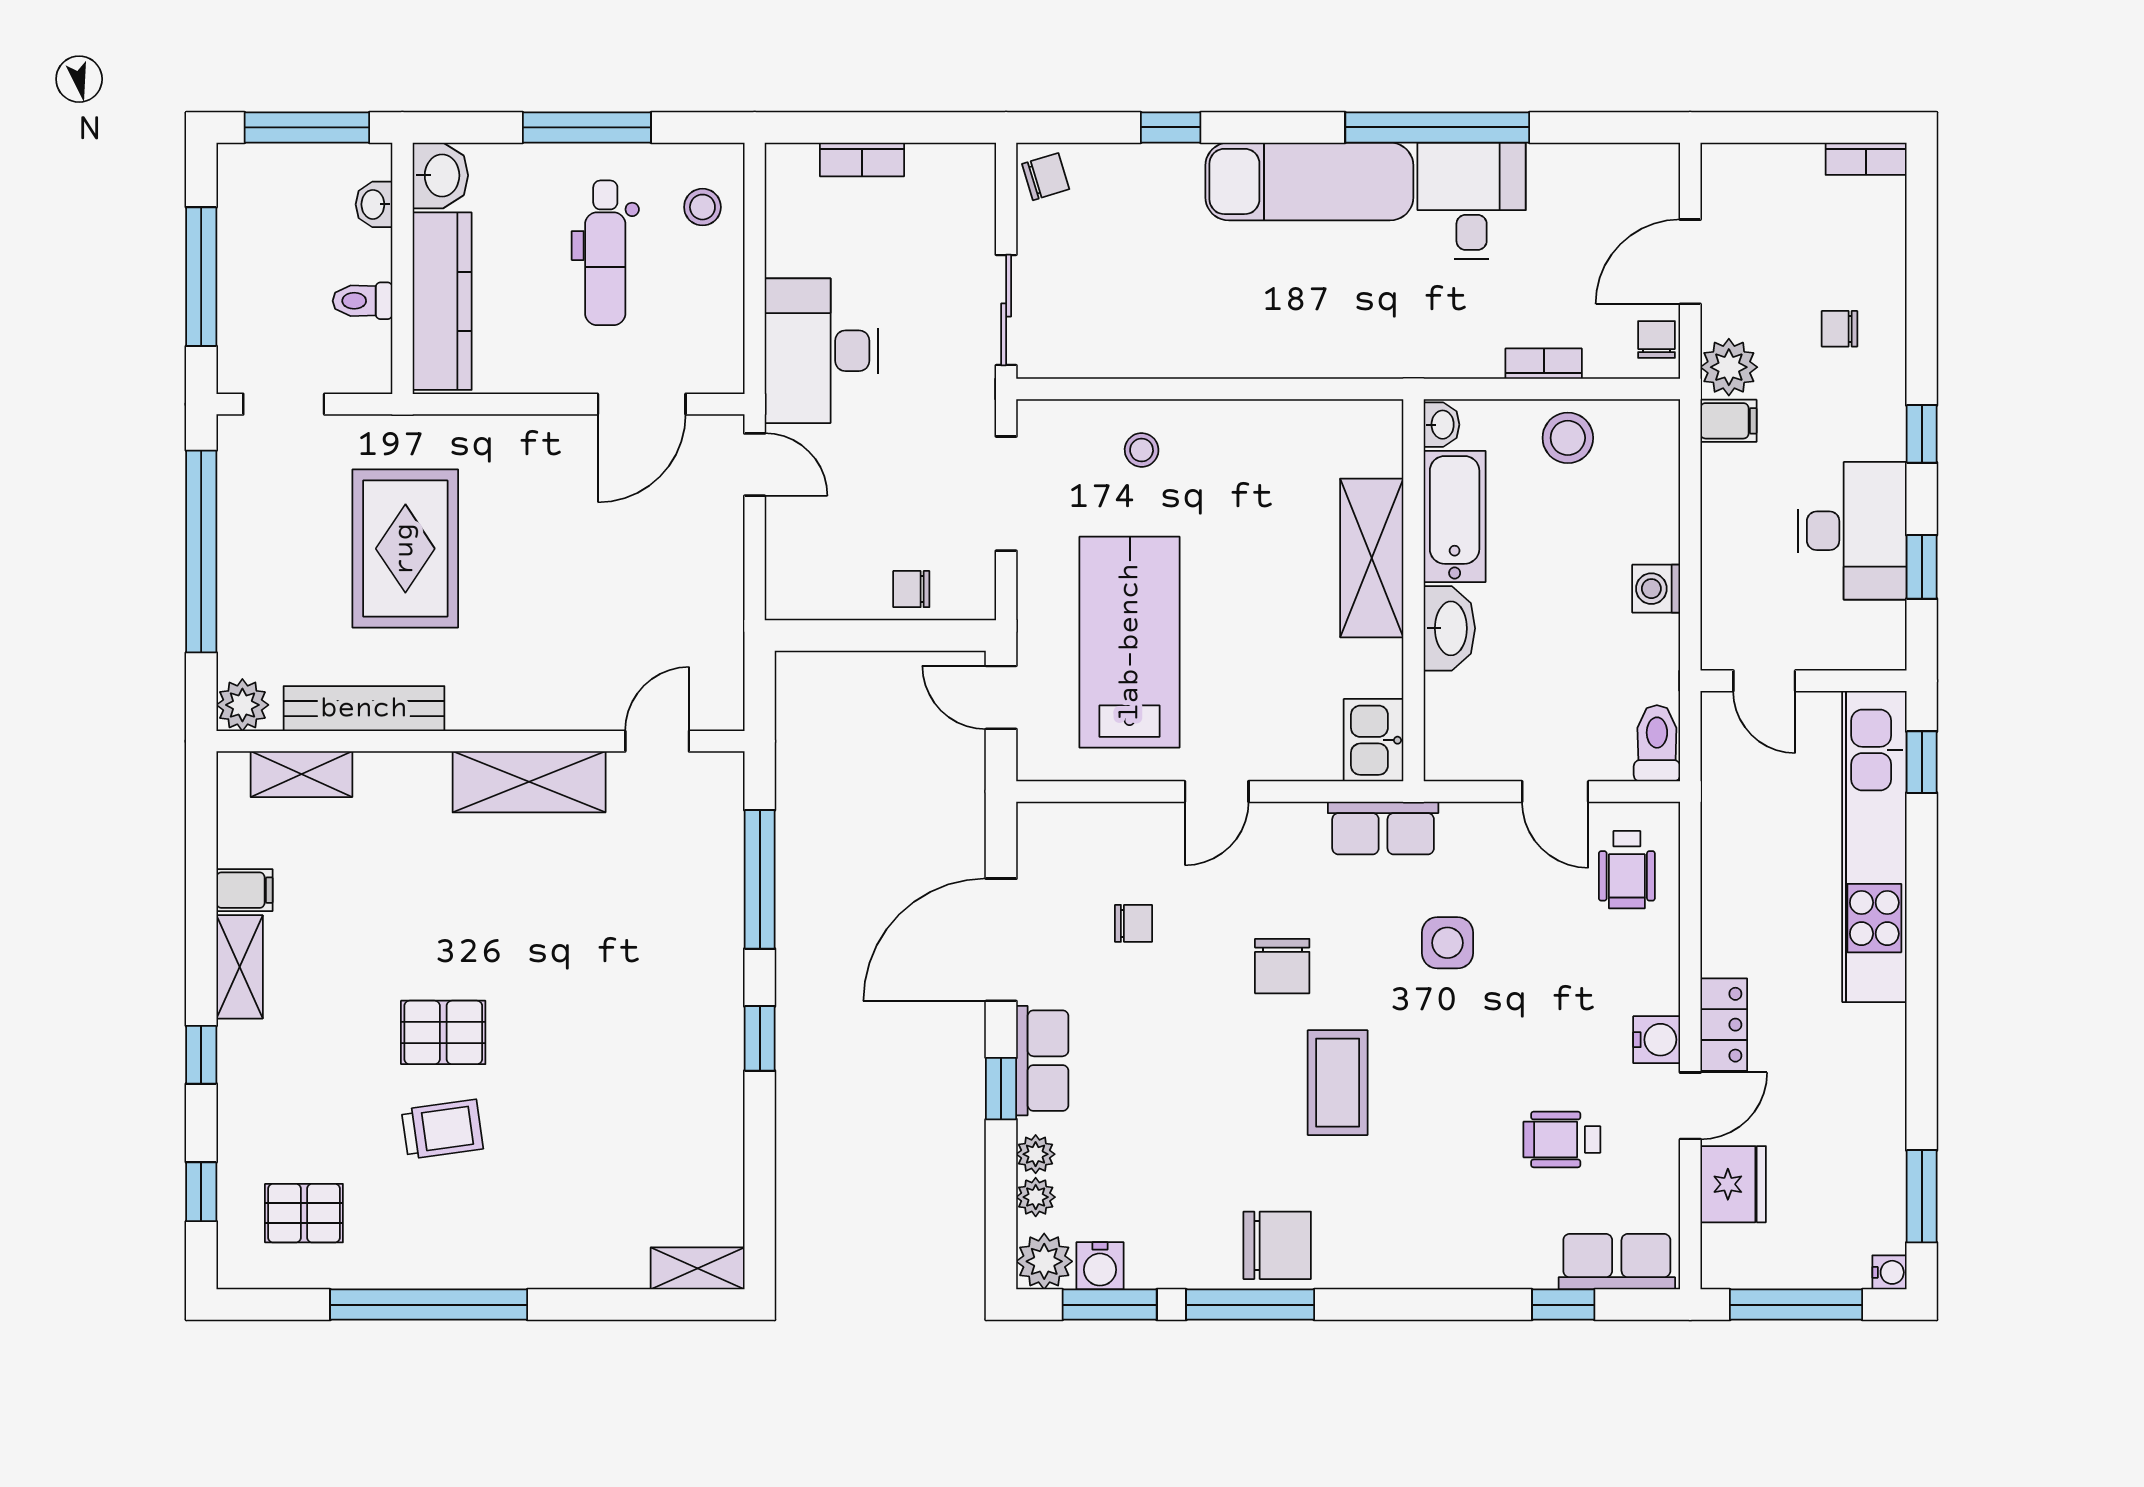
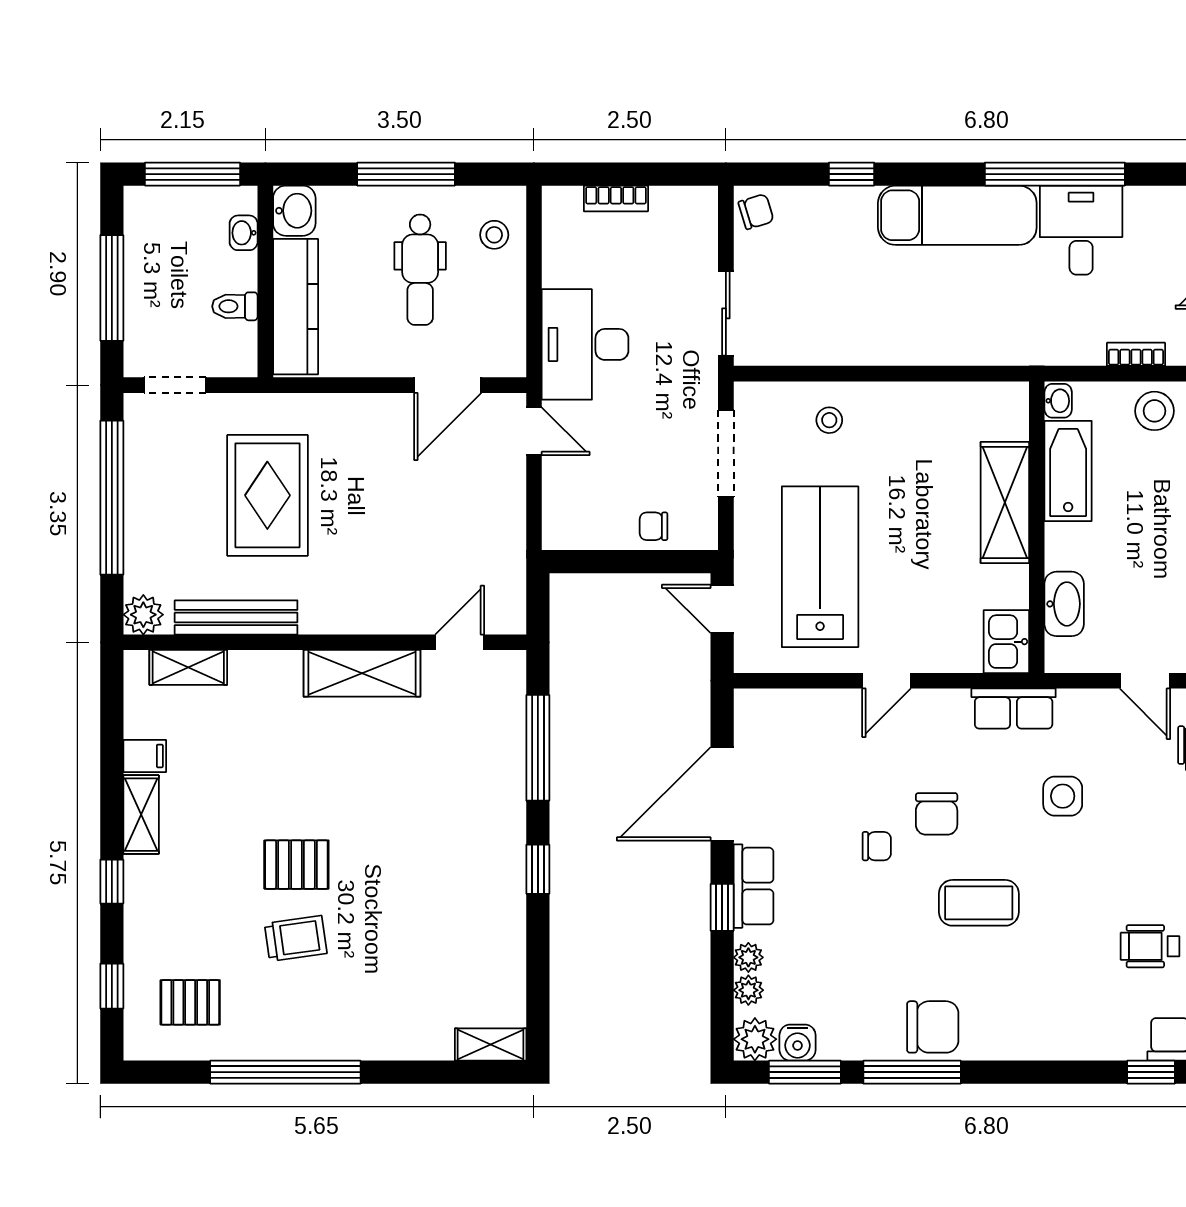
washbasin: (1449, 628) -> (1064, 604), moved
chair: (1134, 923) -> (877, 846), moved
coffee table: (1338, 1083) -> (979, 903), turned 90

